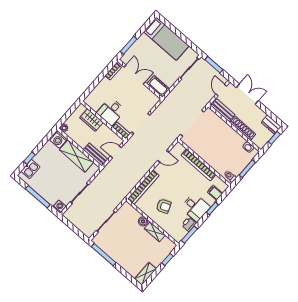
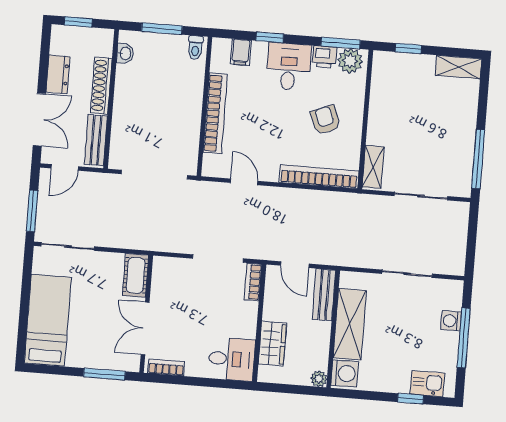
double door: (247, 94) -> (39, 120), swing flipped
desk: (111, 112) -> (232, 359), moved
dresser: (271, 125) -> (58, 74), moved
washing machine: (59, 207) -> (451, 321), moved
boiler: (143, 221) -> (376, 135), removed
shelving: (155, 232) -> (373, 167), moved
plant: (180, 233) -> (350, 61), added

